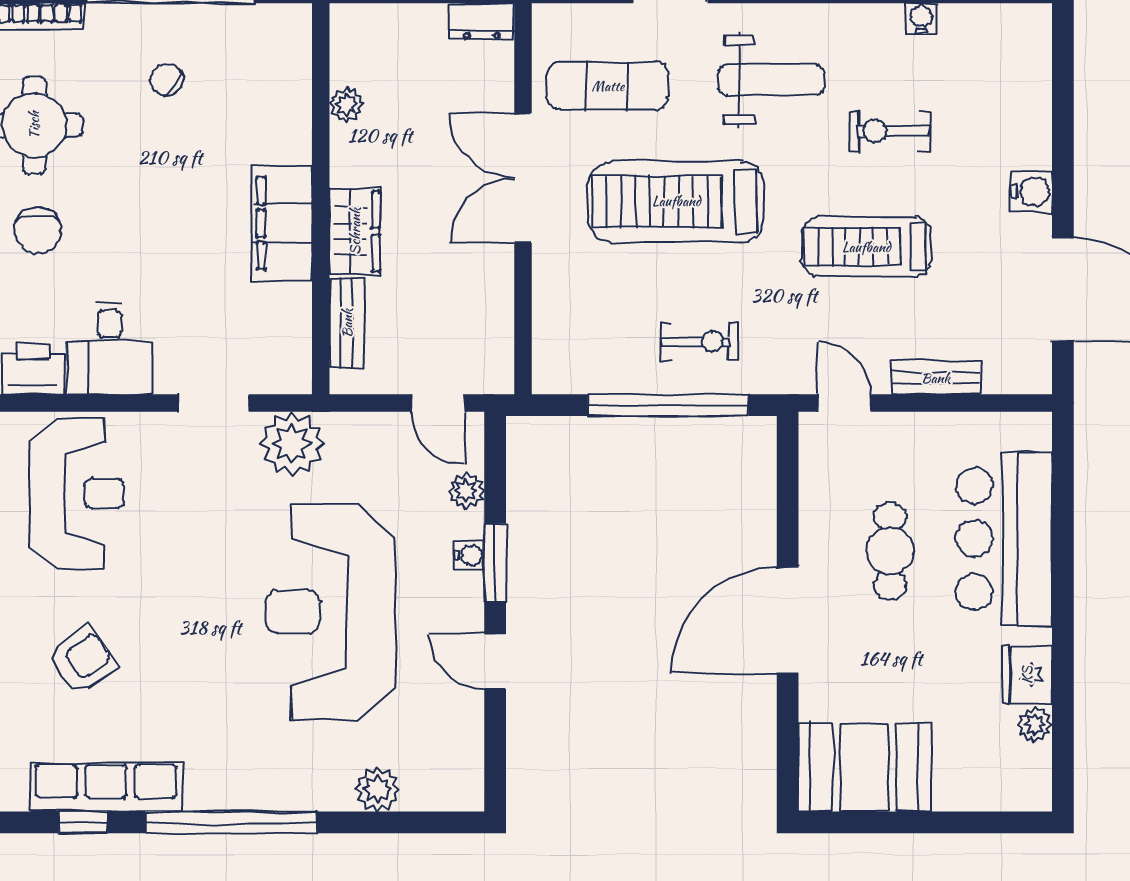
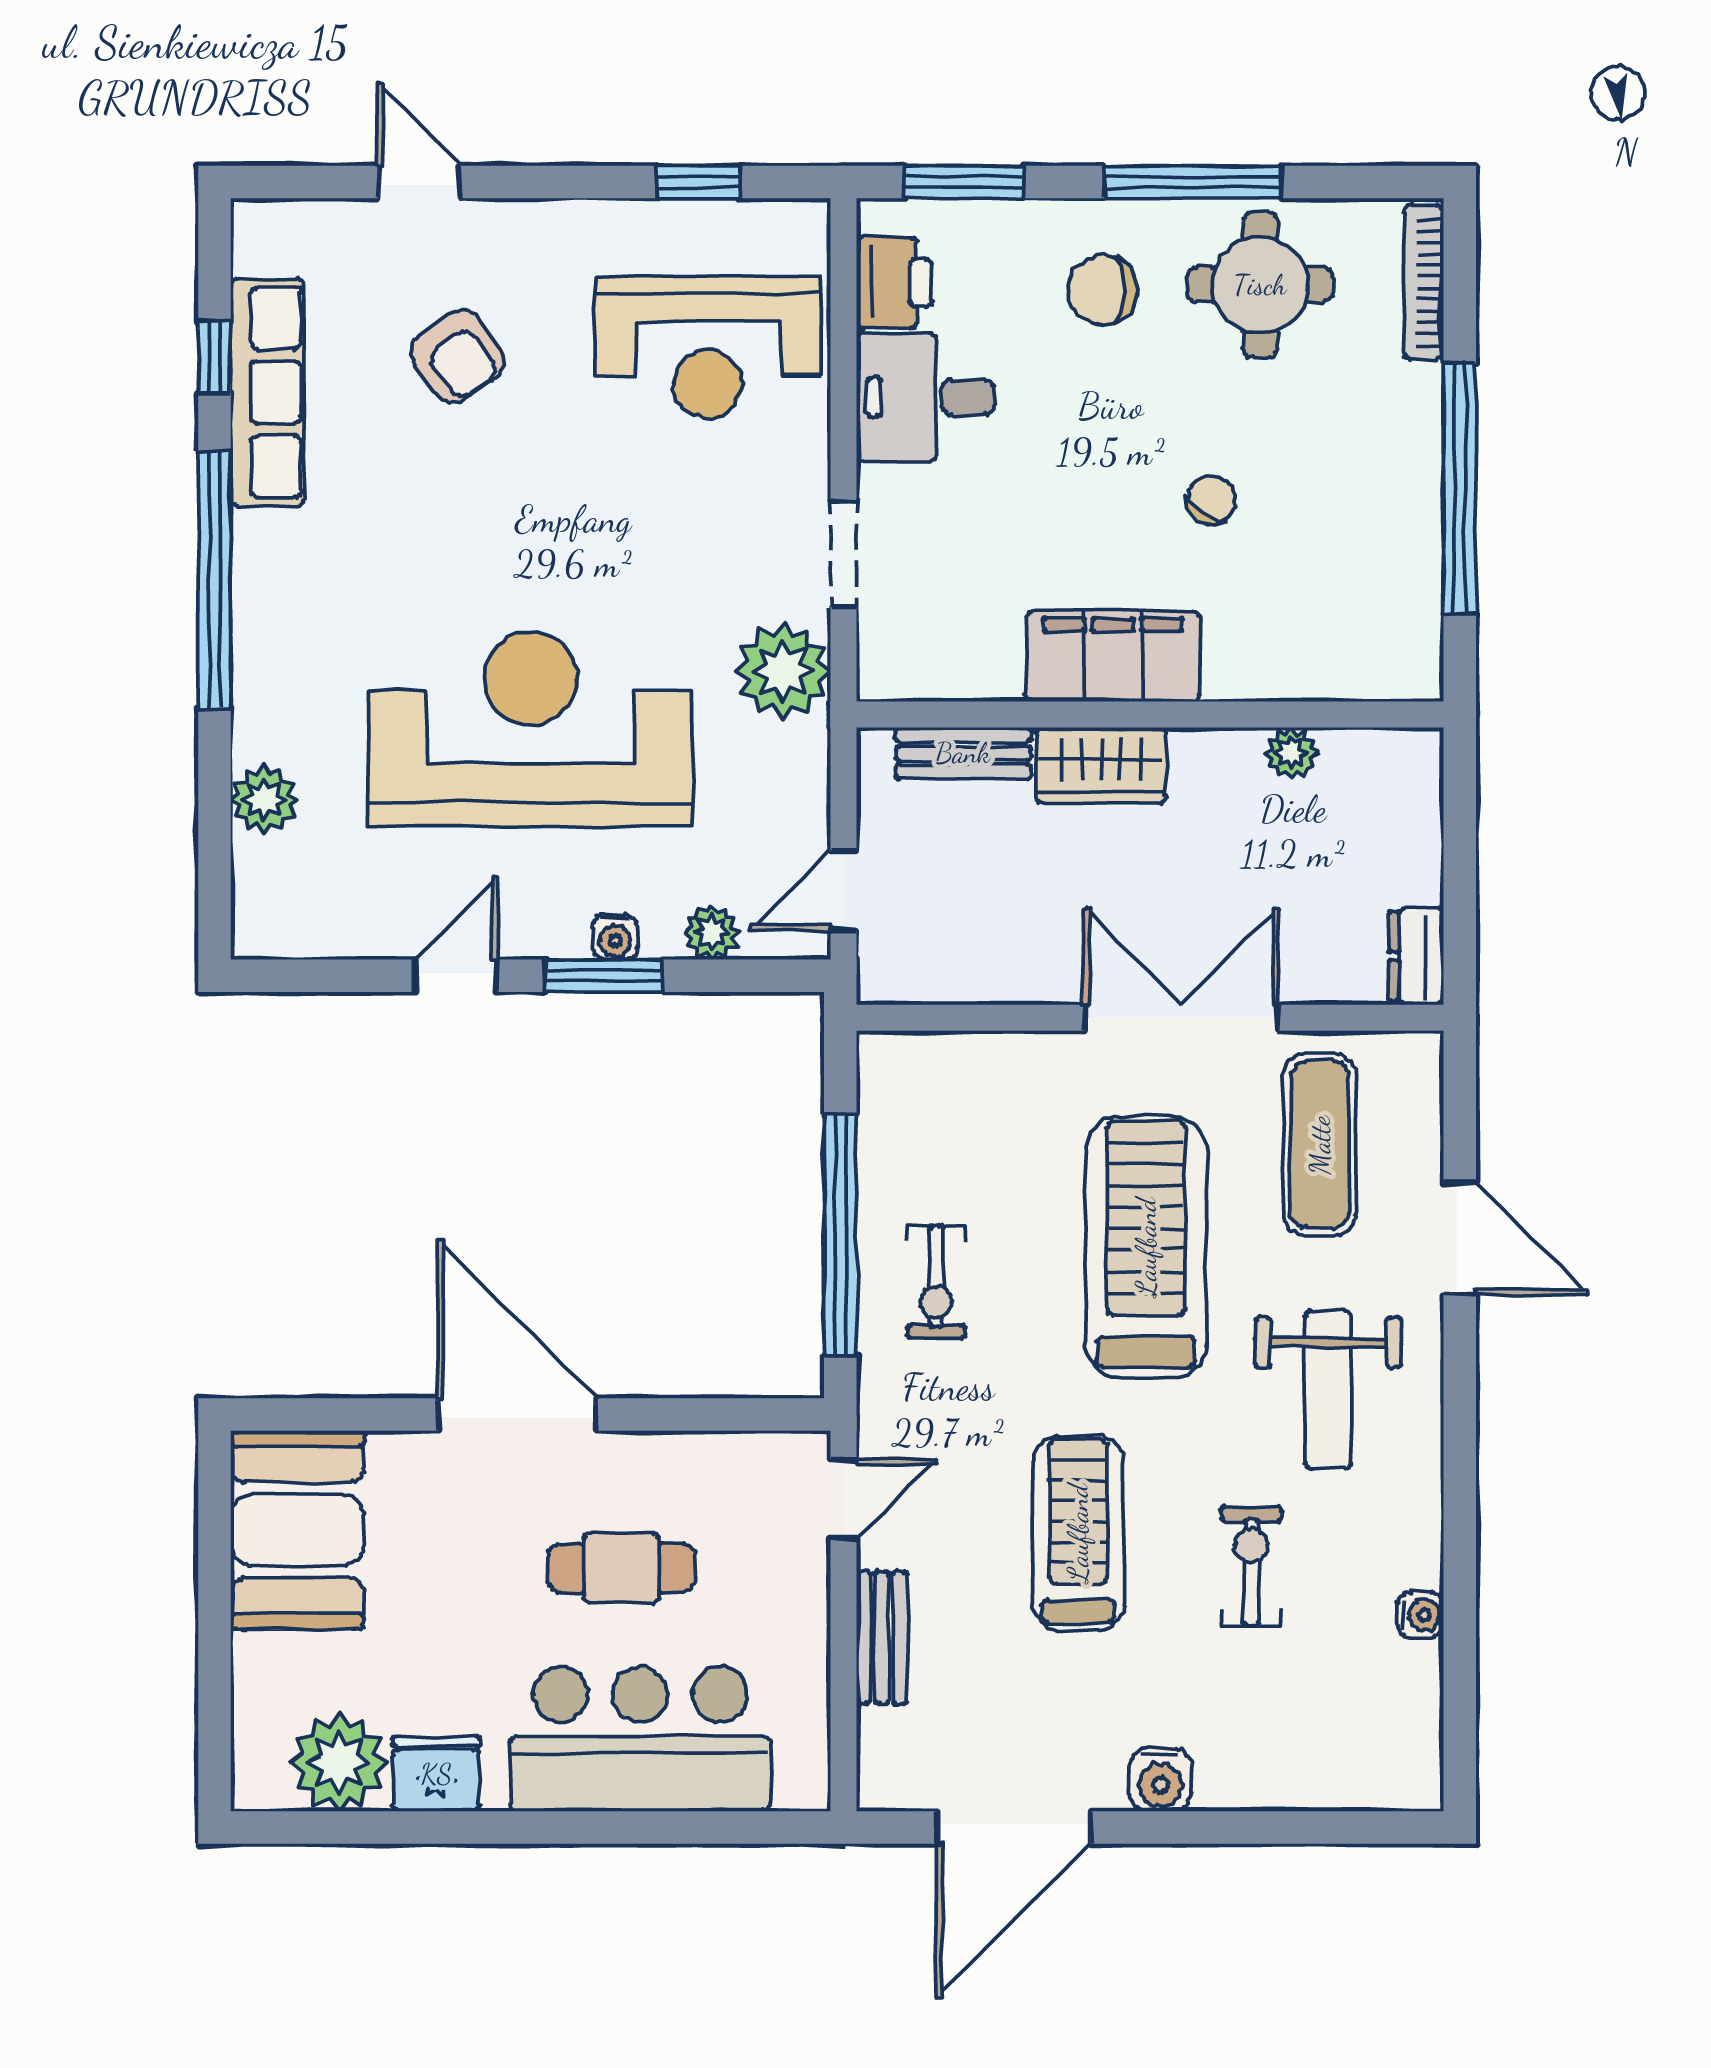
chair: (167, 80) -> (1211, 500), moved
plant: (1035, 724) -> (339, 1763), width x1.88, depth x1.88

